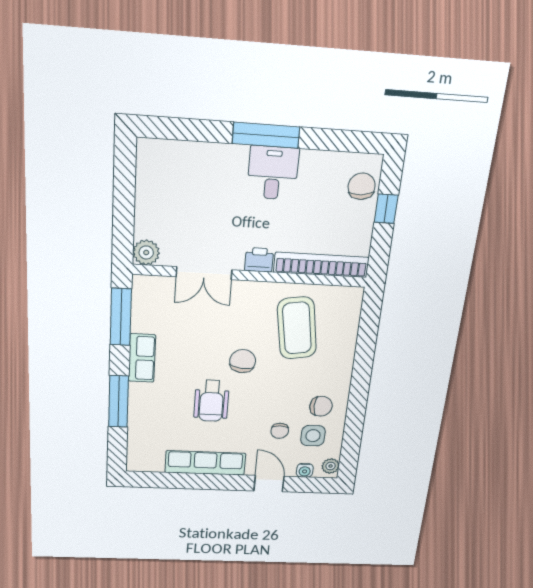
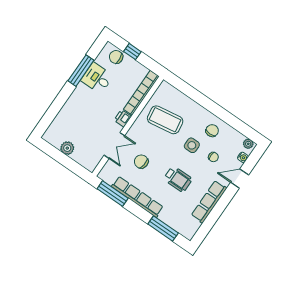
window: (266, 135) -> (81, 71), moved
desk: (273, 173) -> (97, 78), moved
plant: (146, 252) -> (67, 148), moved
row of seats: (142, 358) -> (137, 197), width x2.02
chair: (243, 361) -> (141, 162), moved
window: (119, 401) -> (163, 228), moved
side table: (313, 436) -> (192, 145), moved

